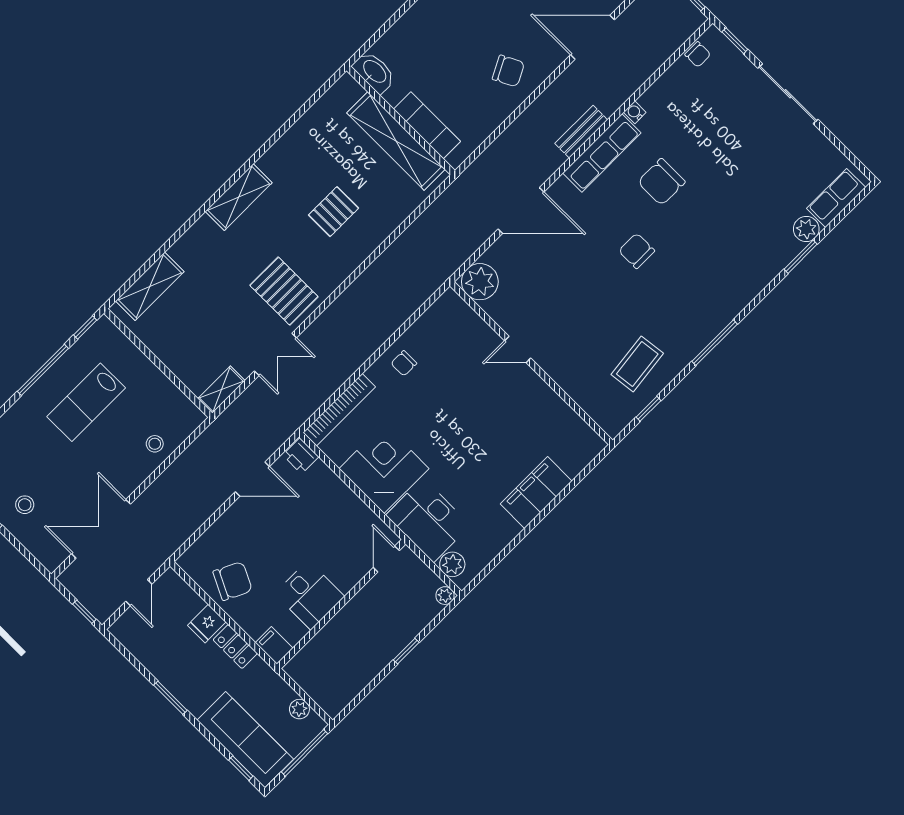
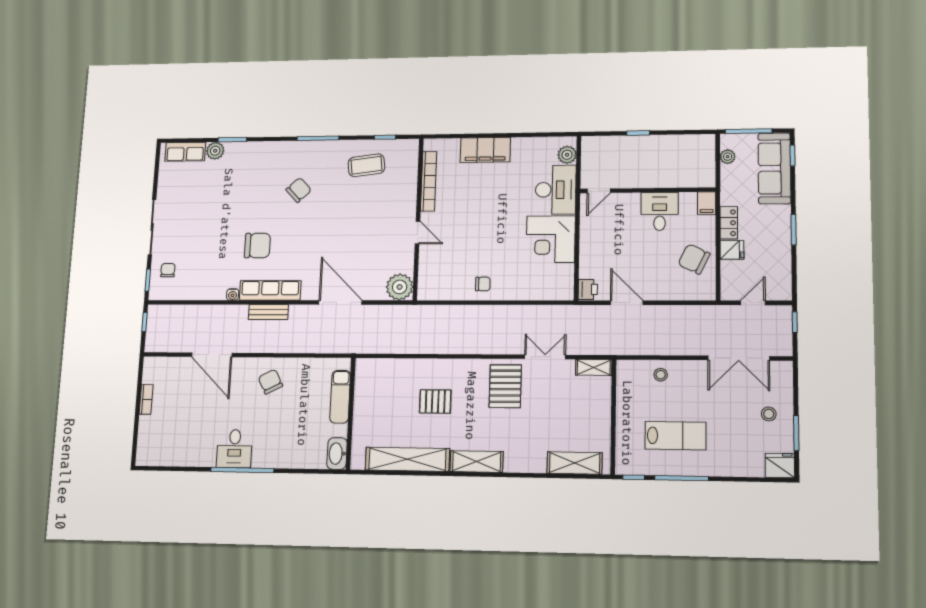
chair: (698, 54) -> (168, 270), moved
shelving: (396, 141) -> (407, 459), moved, turned 90
chair: (637, 251) -> (299, 190), moved, turned -133
bookcase: (339, 410) -> (429, 181), moved, turned 90
plant: (445, 596) -> (588, 142), removed

